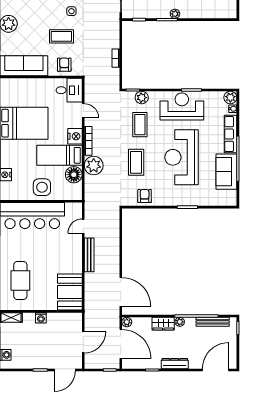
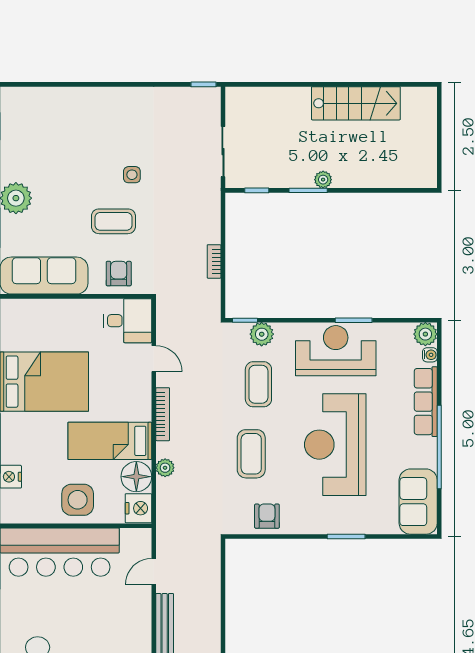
nightstand: (75, 136) -> (138, 508), moved
plant: (94, 165) -> (165, 468), width x0.53, depth x0.53
sofa: (226, 172) -> (418, 502), moved

